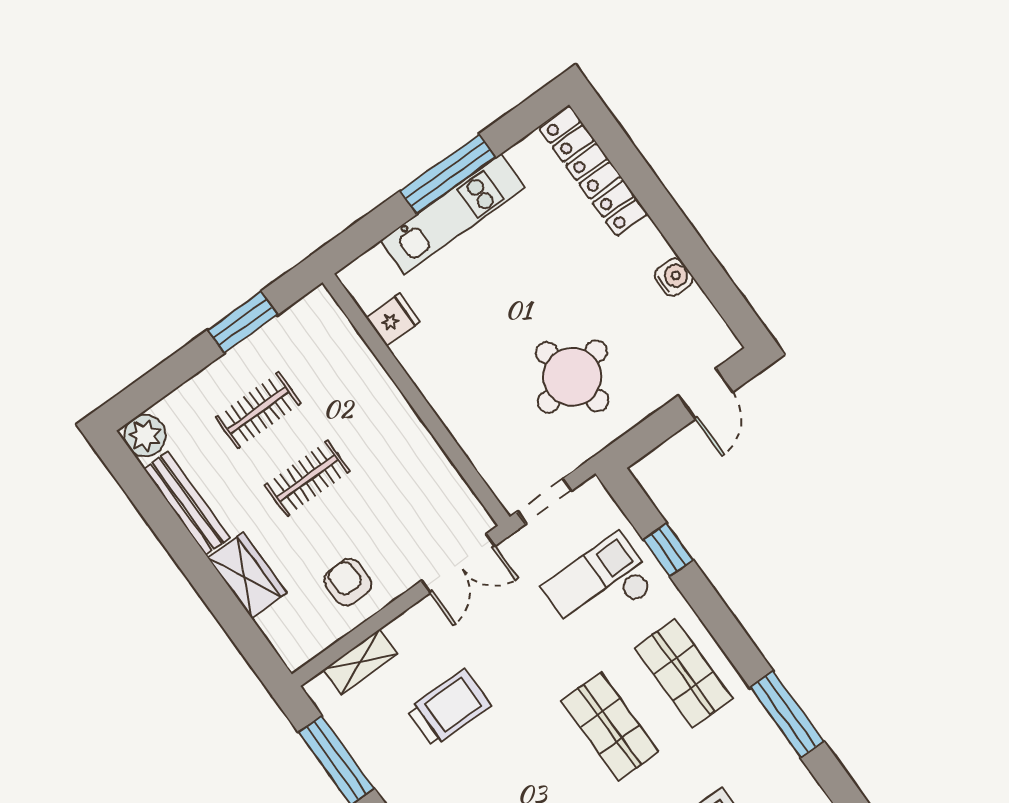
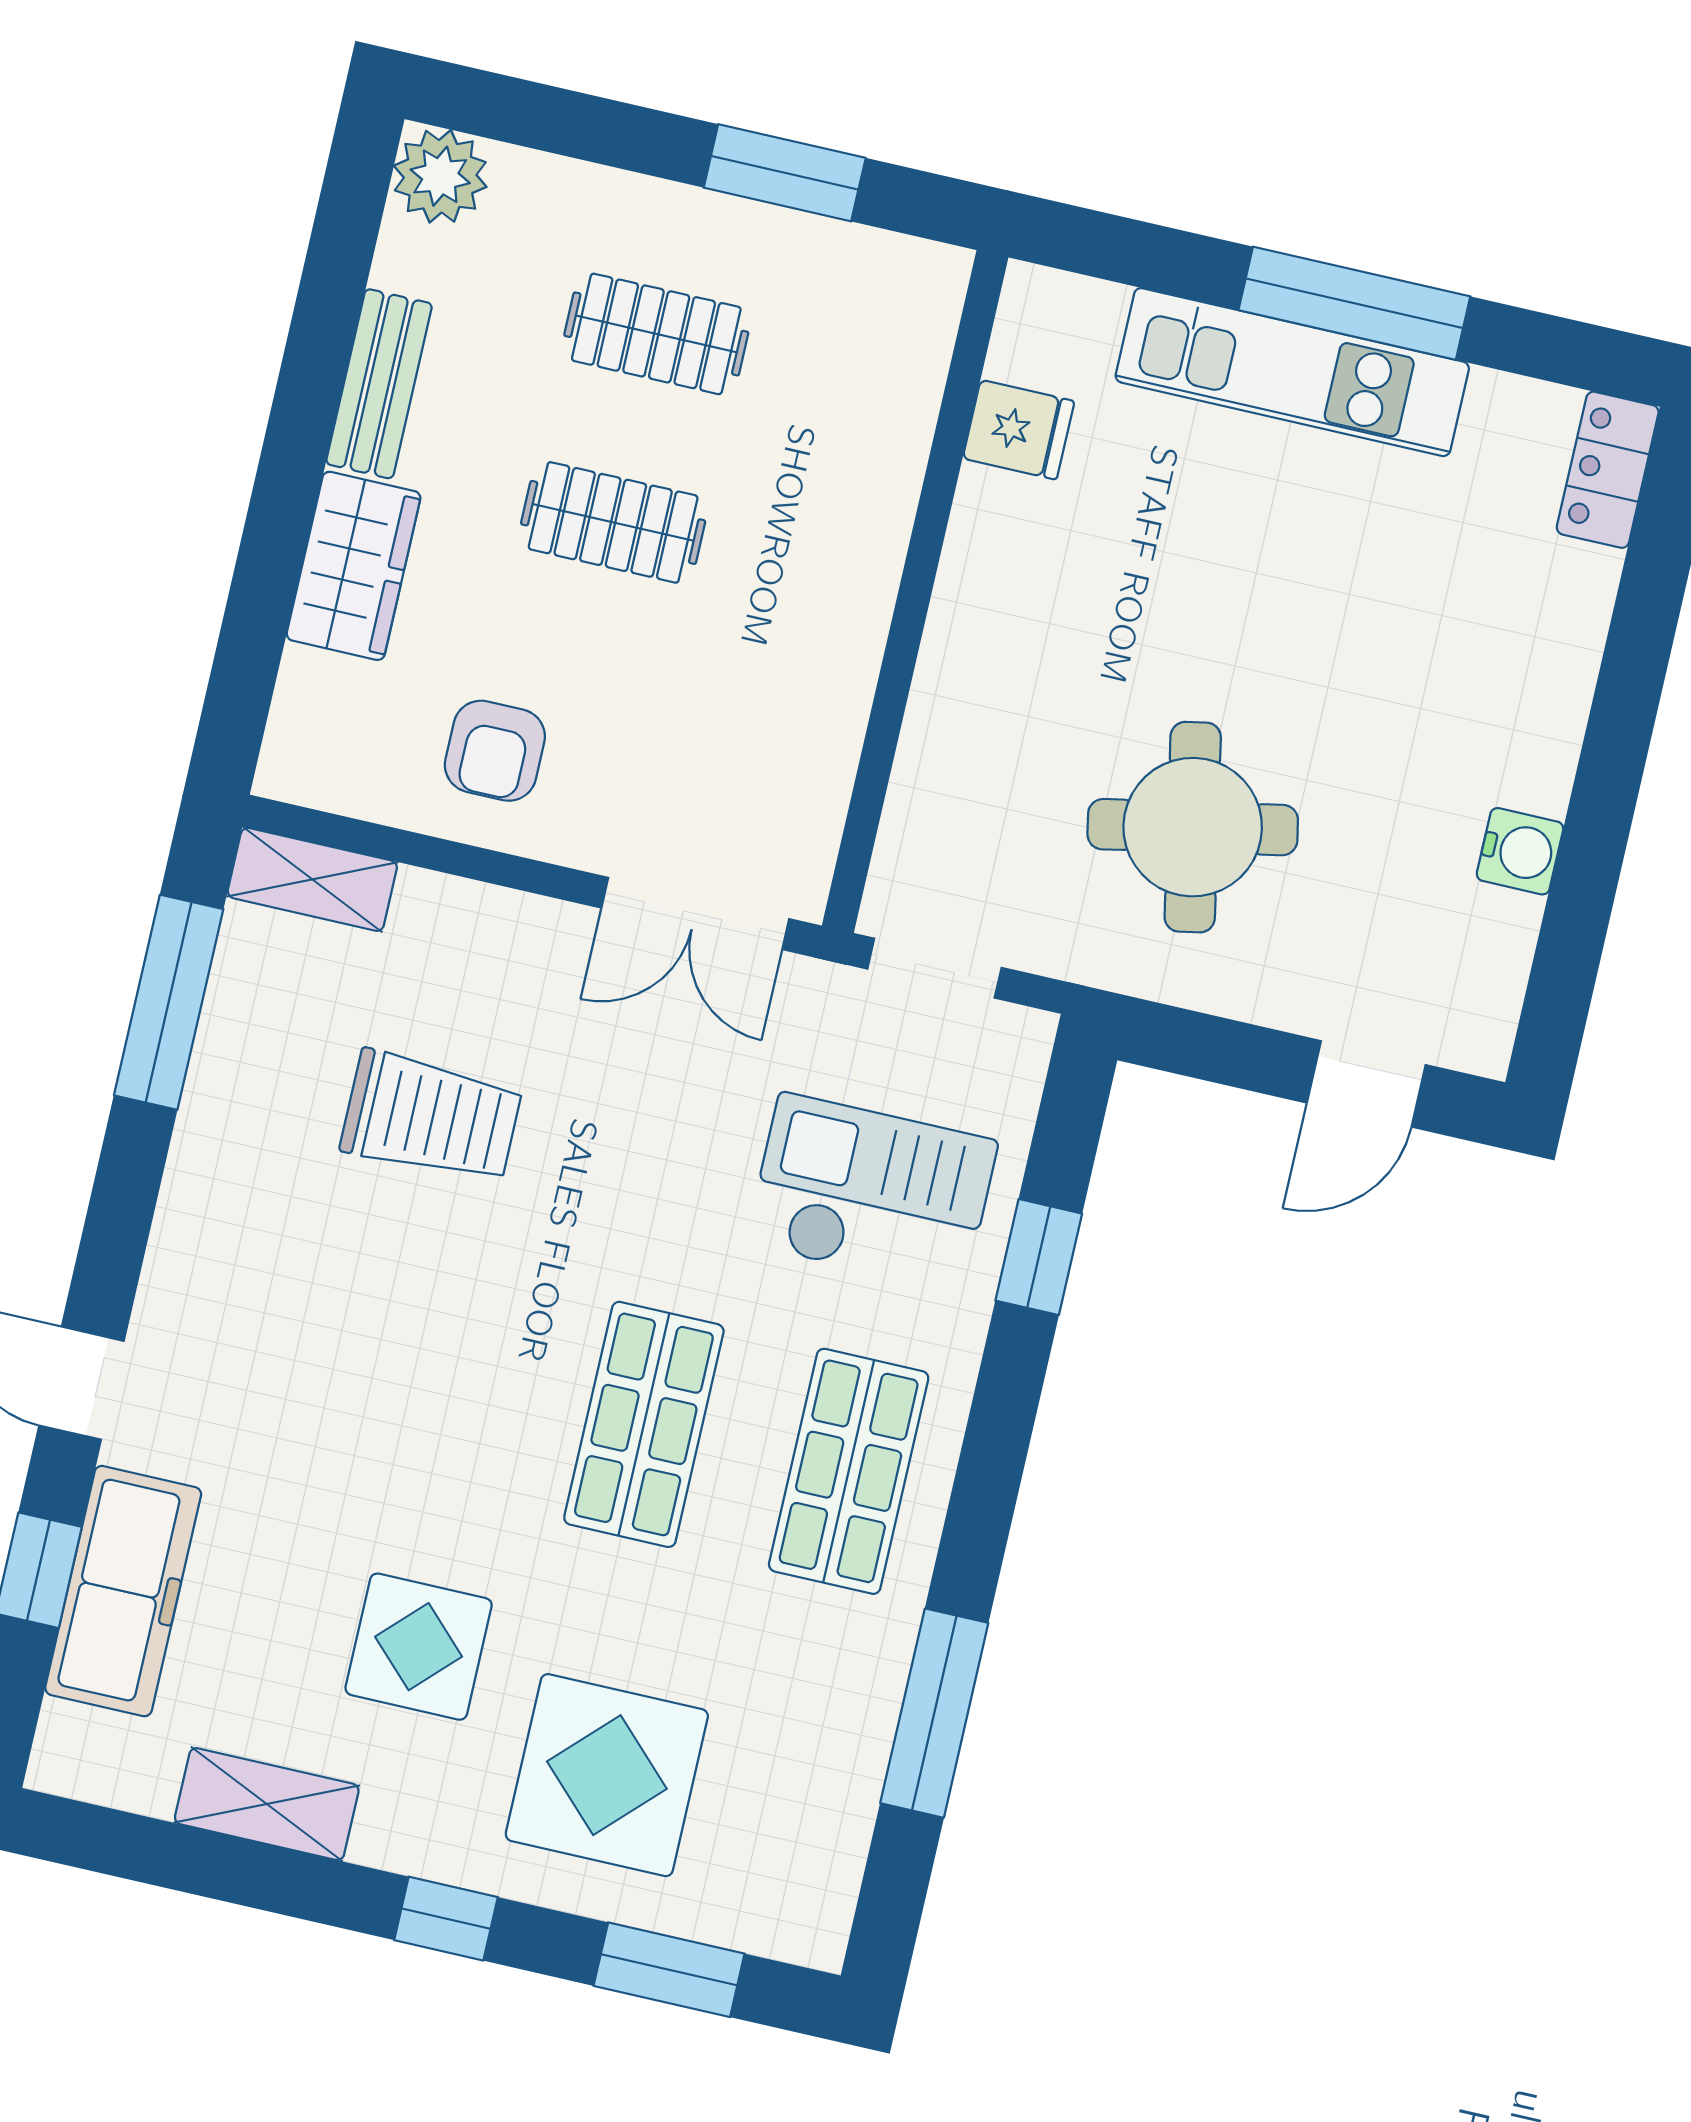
locker: (593, 171) -> (1608, 470), width x0.46, depth x0.83
bench: (187, 503) -> (379, 384), width x0.73
armchair: (348, 582) -> (495, 751), turned 180
shelving: (360, 662) -> (312, 879), moved

